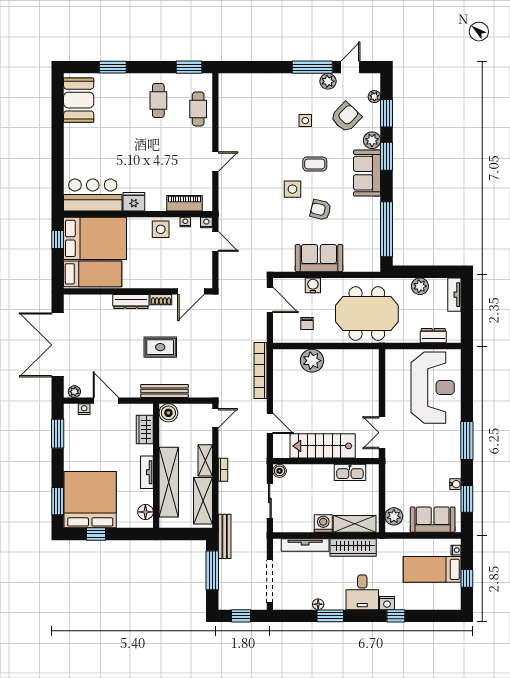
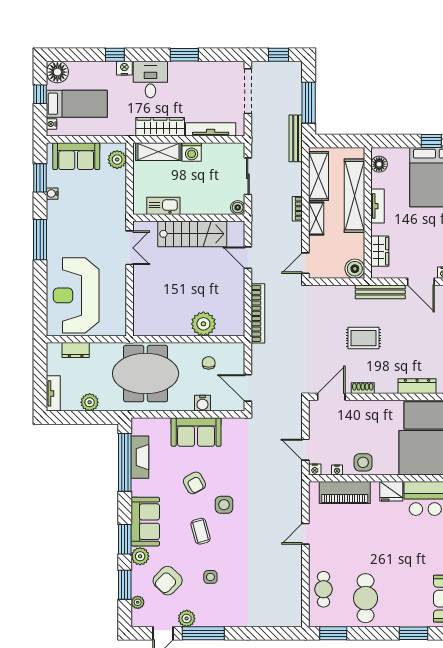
cafe table: (158, 101) -> (366, 598), width x1.37, depth x1.35
coffee table: (315, 164) -> (201, 531), turned 75
piano: (185, 203) -> (345, 493), width x1.37, depth x1.33
armchair: (321, 210) -> (194, 483), turned 47
fireplace: (372, 234) -> (140, 457), added
dresser: (131, 302) -> (417, 386), moved
bench: (165, 391) -> (380, 292), moved
floor lamp: (318, 604) -> (57, 72), moved, width x1.89, depth x1.89

